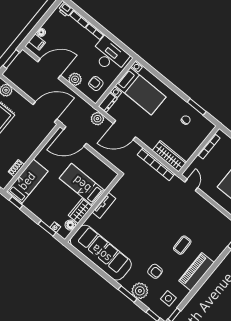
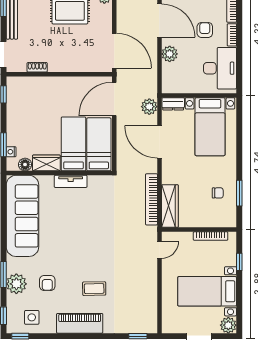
armchair: (96, 84) -> (205, 30), moved
door: (75, 136) -> (114, 99), hinge flipped
bed: (27, 181) -> (99, 144), moved, turned -90

